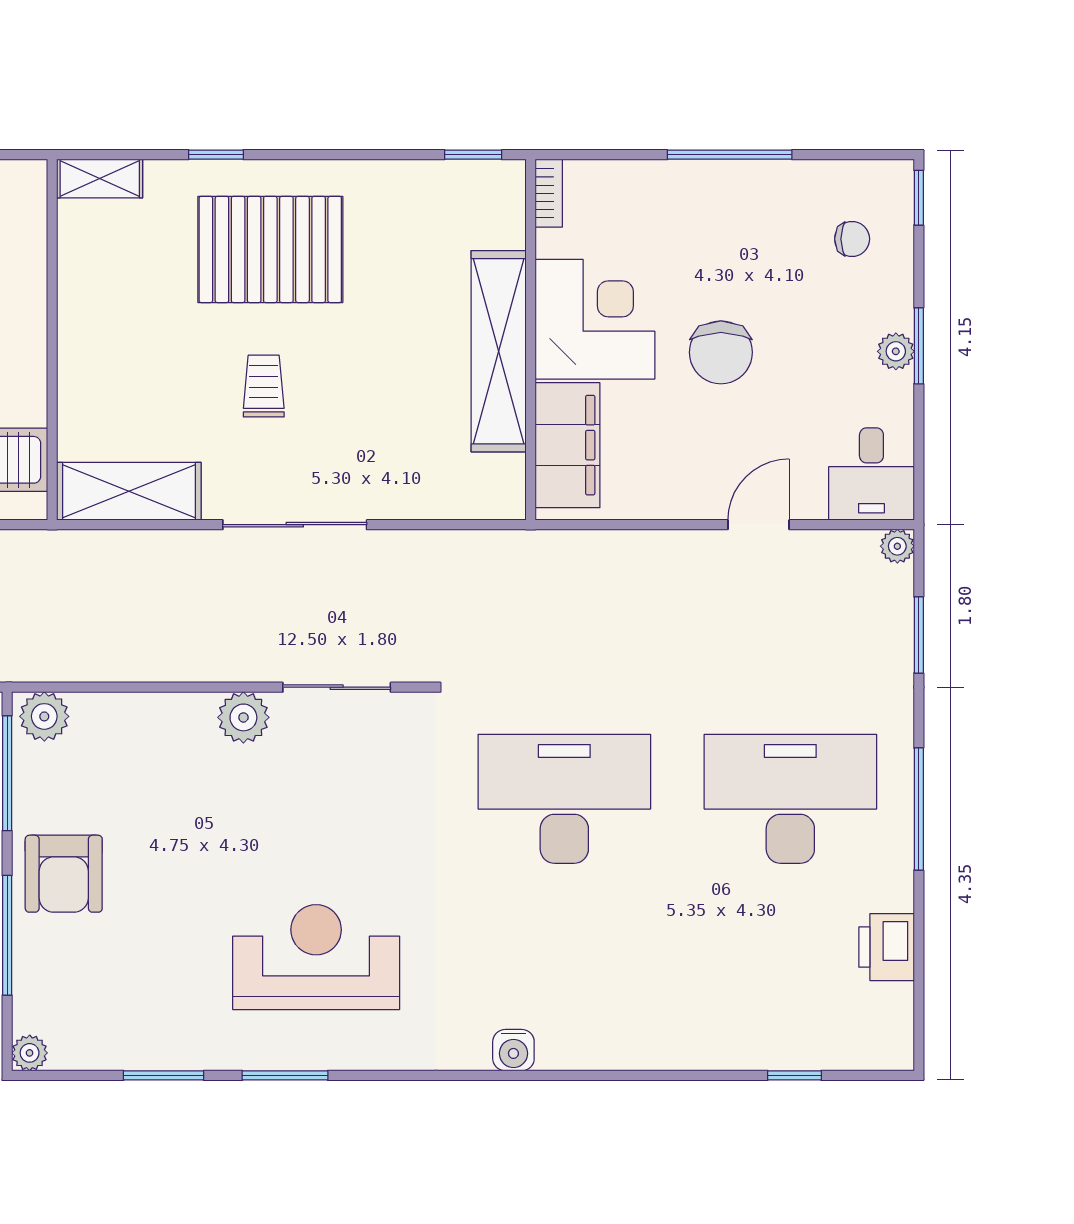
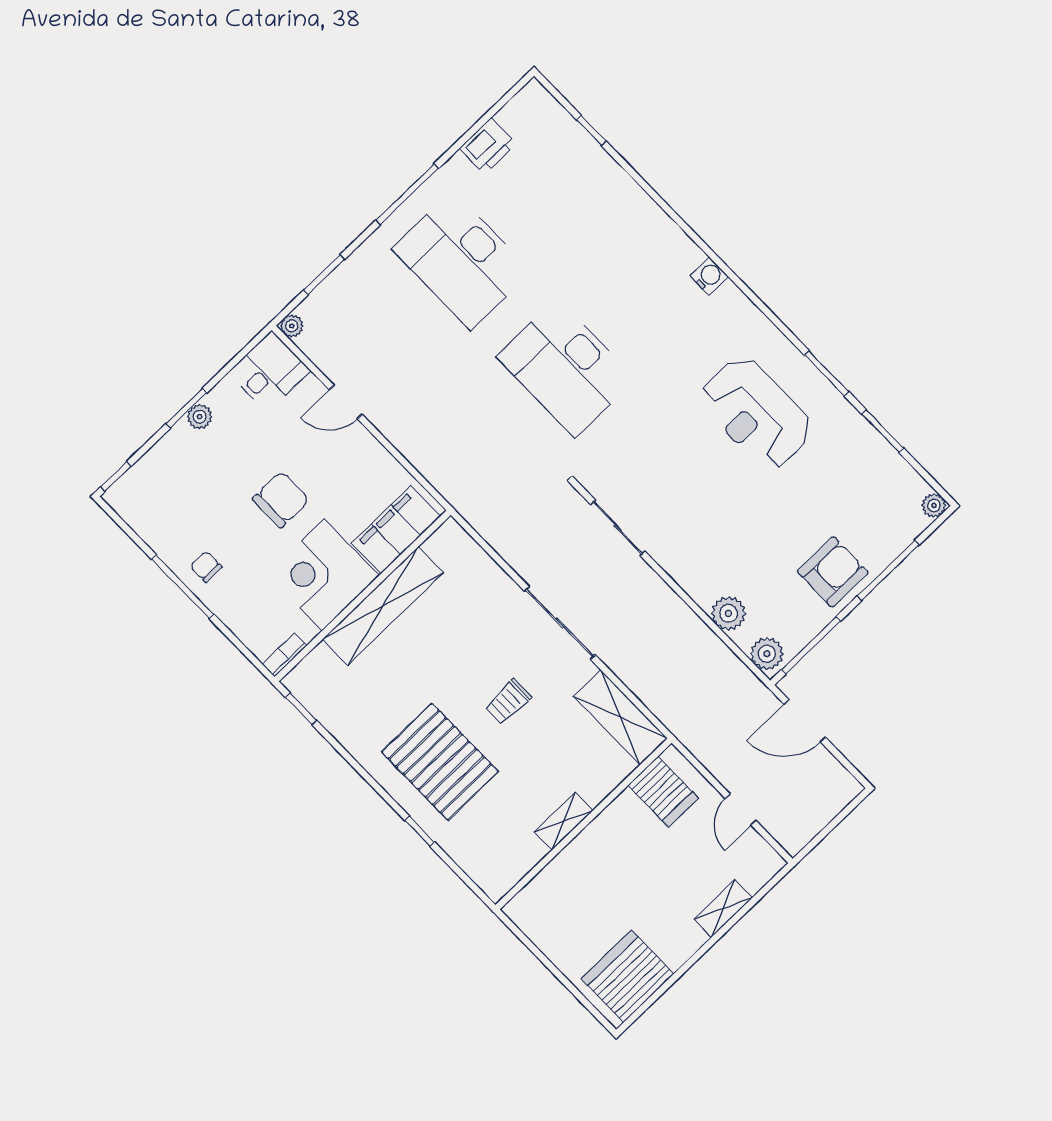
shelving: (100, 179) -> (564, 821), moved, turned 90
chair: (852, 239) -> (206, 567), moved
plant: (243, 717) -> (729, 613), moved

